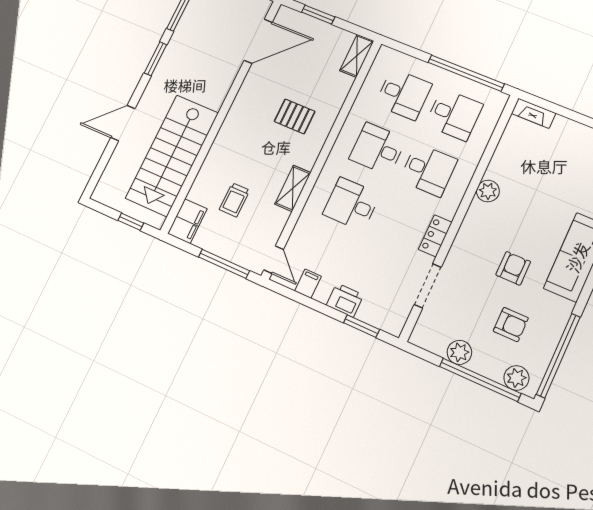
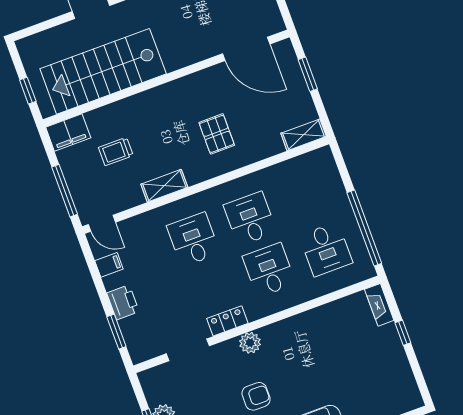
desk: (403, 94) -> (307, 198), removed
window: (572, 115) -> (403, 333), added
desk: (428, 170) -> (269, 270), turned 180
plant: (488, 191) -> (250, 343), moved
door: (274, 260) -> (102, 223), hinge flipped

